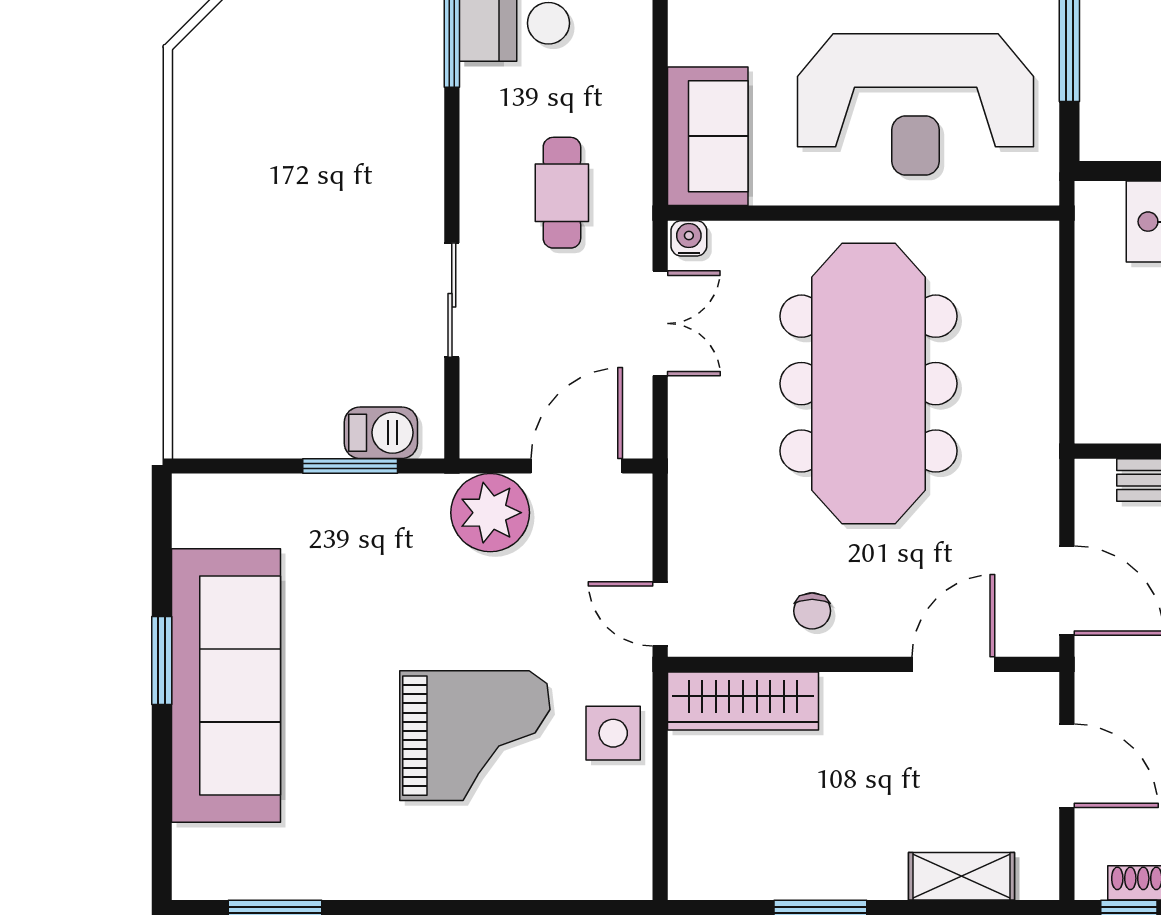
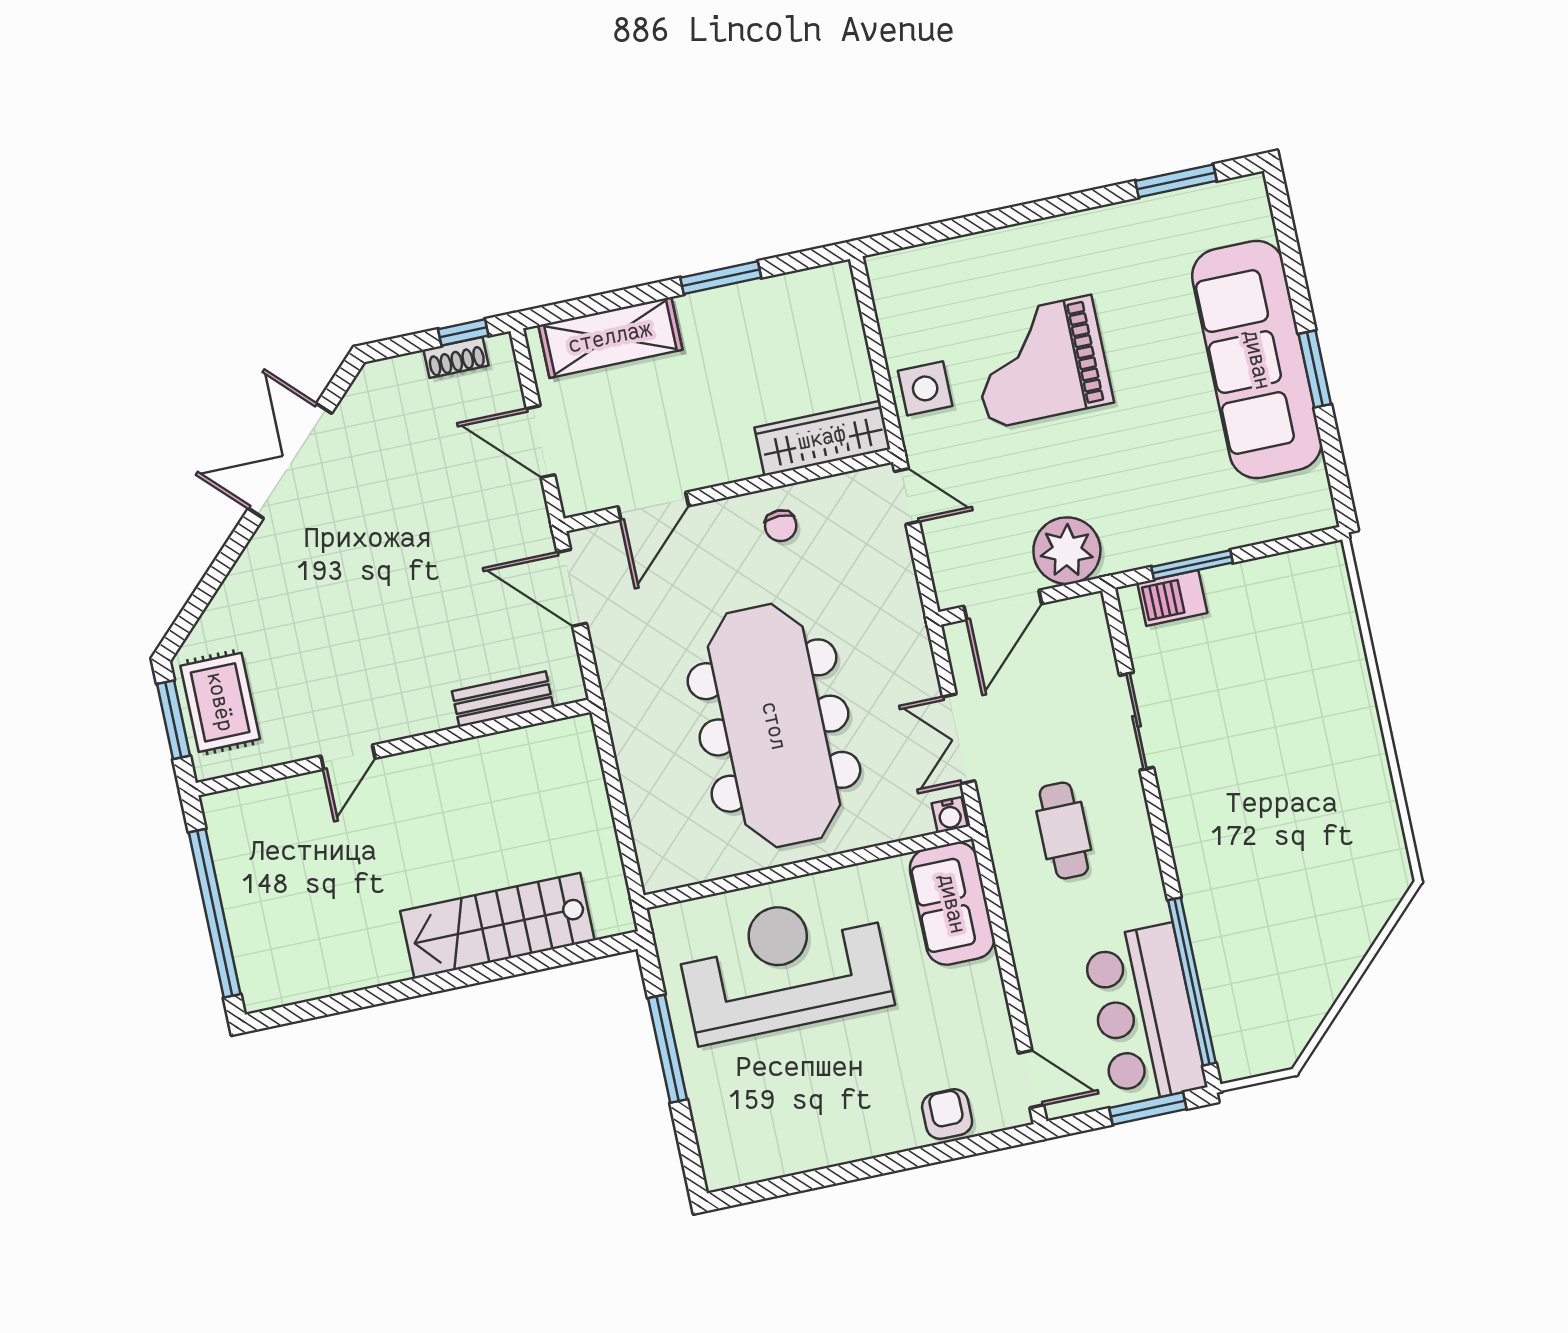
chair: (812, 611) -> (781, 526), turned 180
shelving: (961, 876) -> (610, 337), width x1.50, depth x1.33

